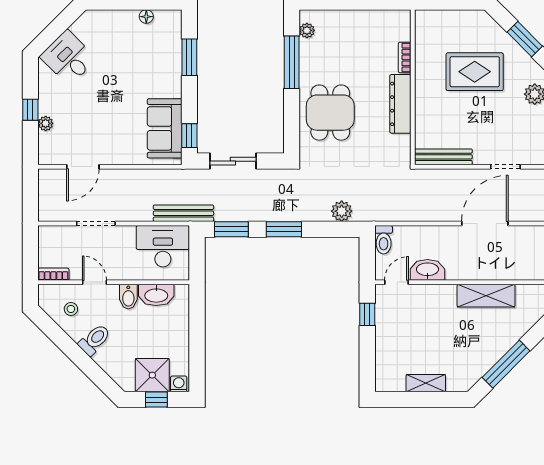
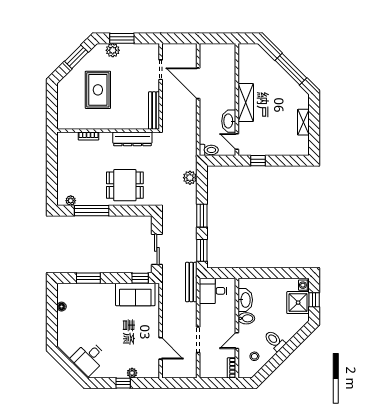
dresser: (400, 104) -> (132, 139), moved
desk: (163, 246) -> (213, 291), width x0.73
shelving: (486, 296) -> (246, 103), moved

